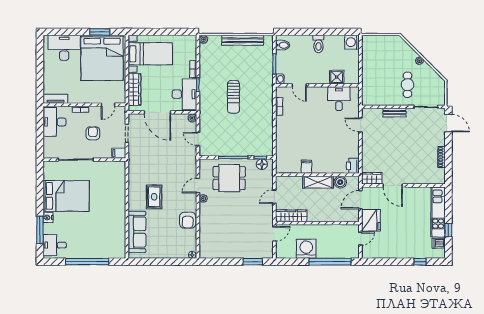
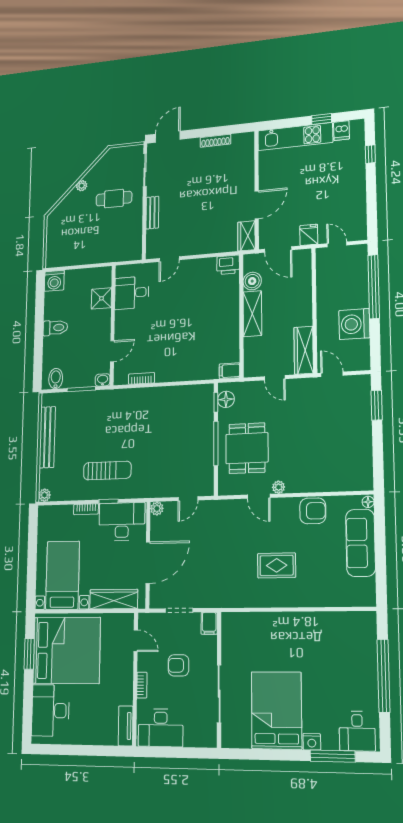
sun lounger: (234, 97) -> (107, 471), moved
filing cabinet: (306, 167) -> (230, 371), moved
fridge: (371, 220) -> (309, 235), width x0.53, depth x0.75
sofa: (137, 232) -> (361, 543), moved, turned -90

